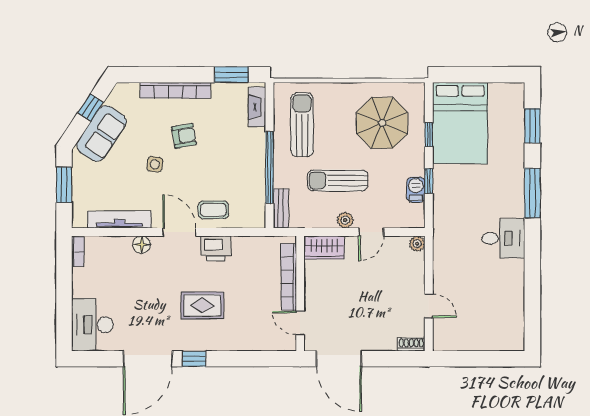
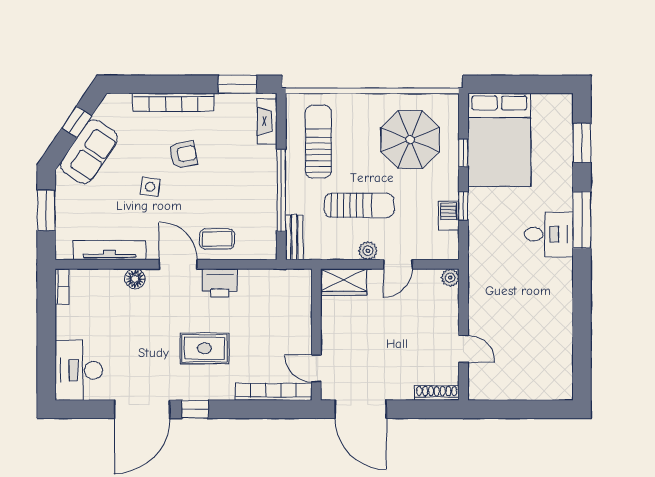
sun lounger: (338, 180) -> (359, 205), turned 180
desk: (503, 238) -> (549, 234), moved
bookcase: (289, 277) -> (274, 392), moved, turned 90
shoe rack: (411, 344) -> (437, 393), width x1.43

